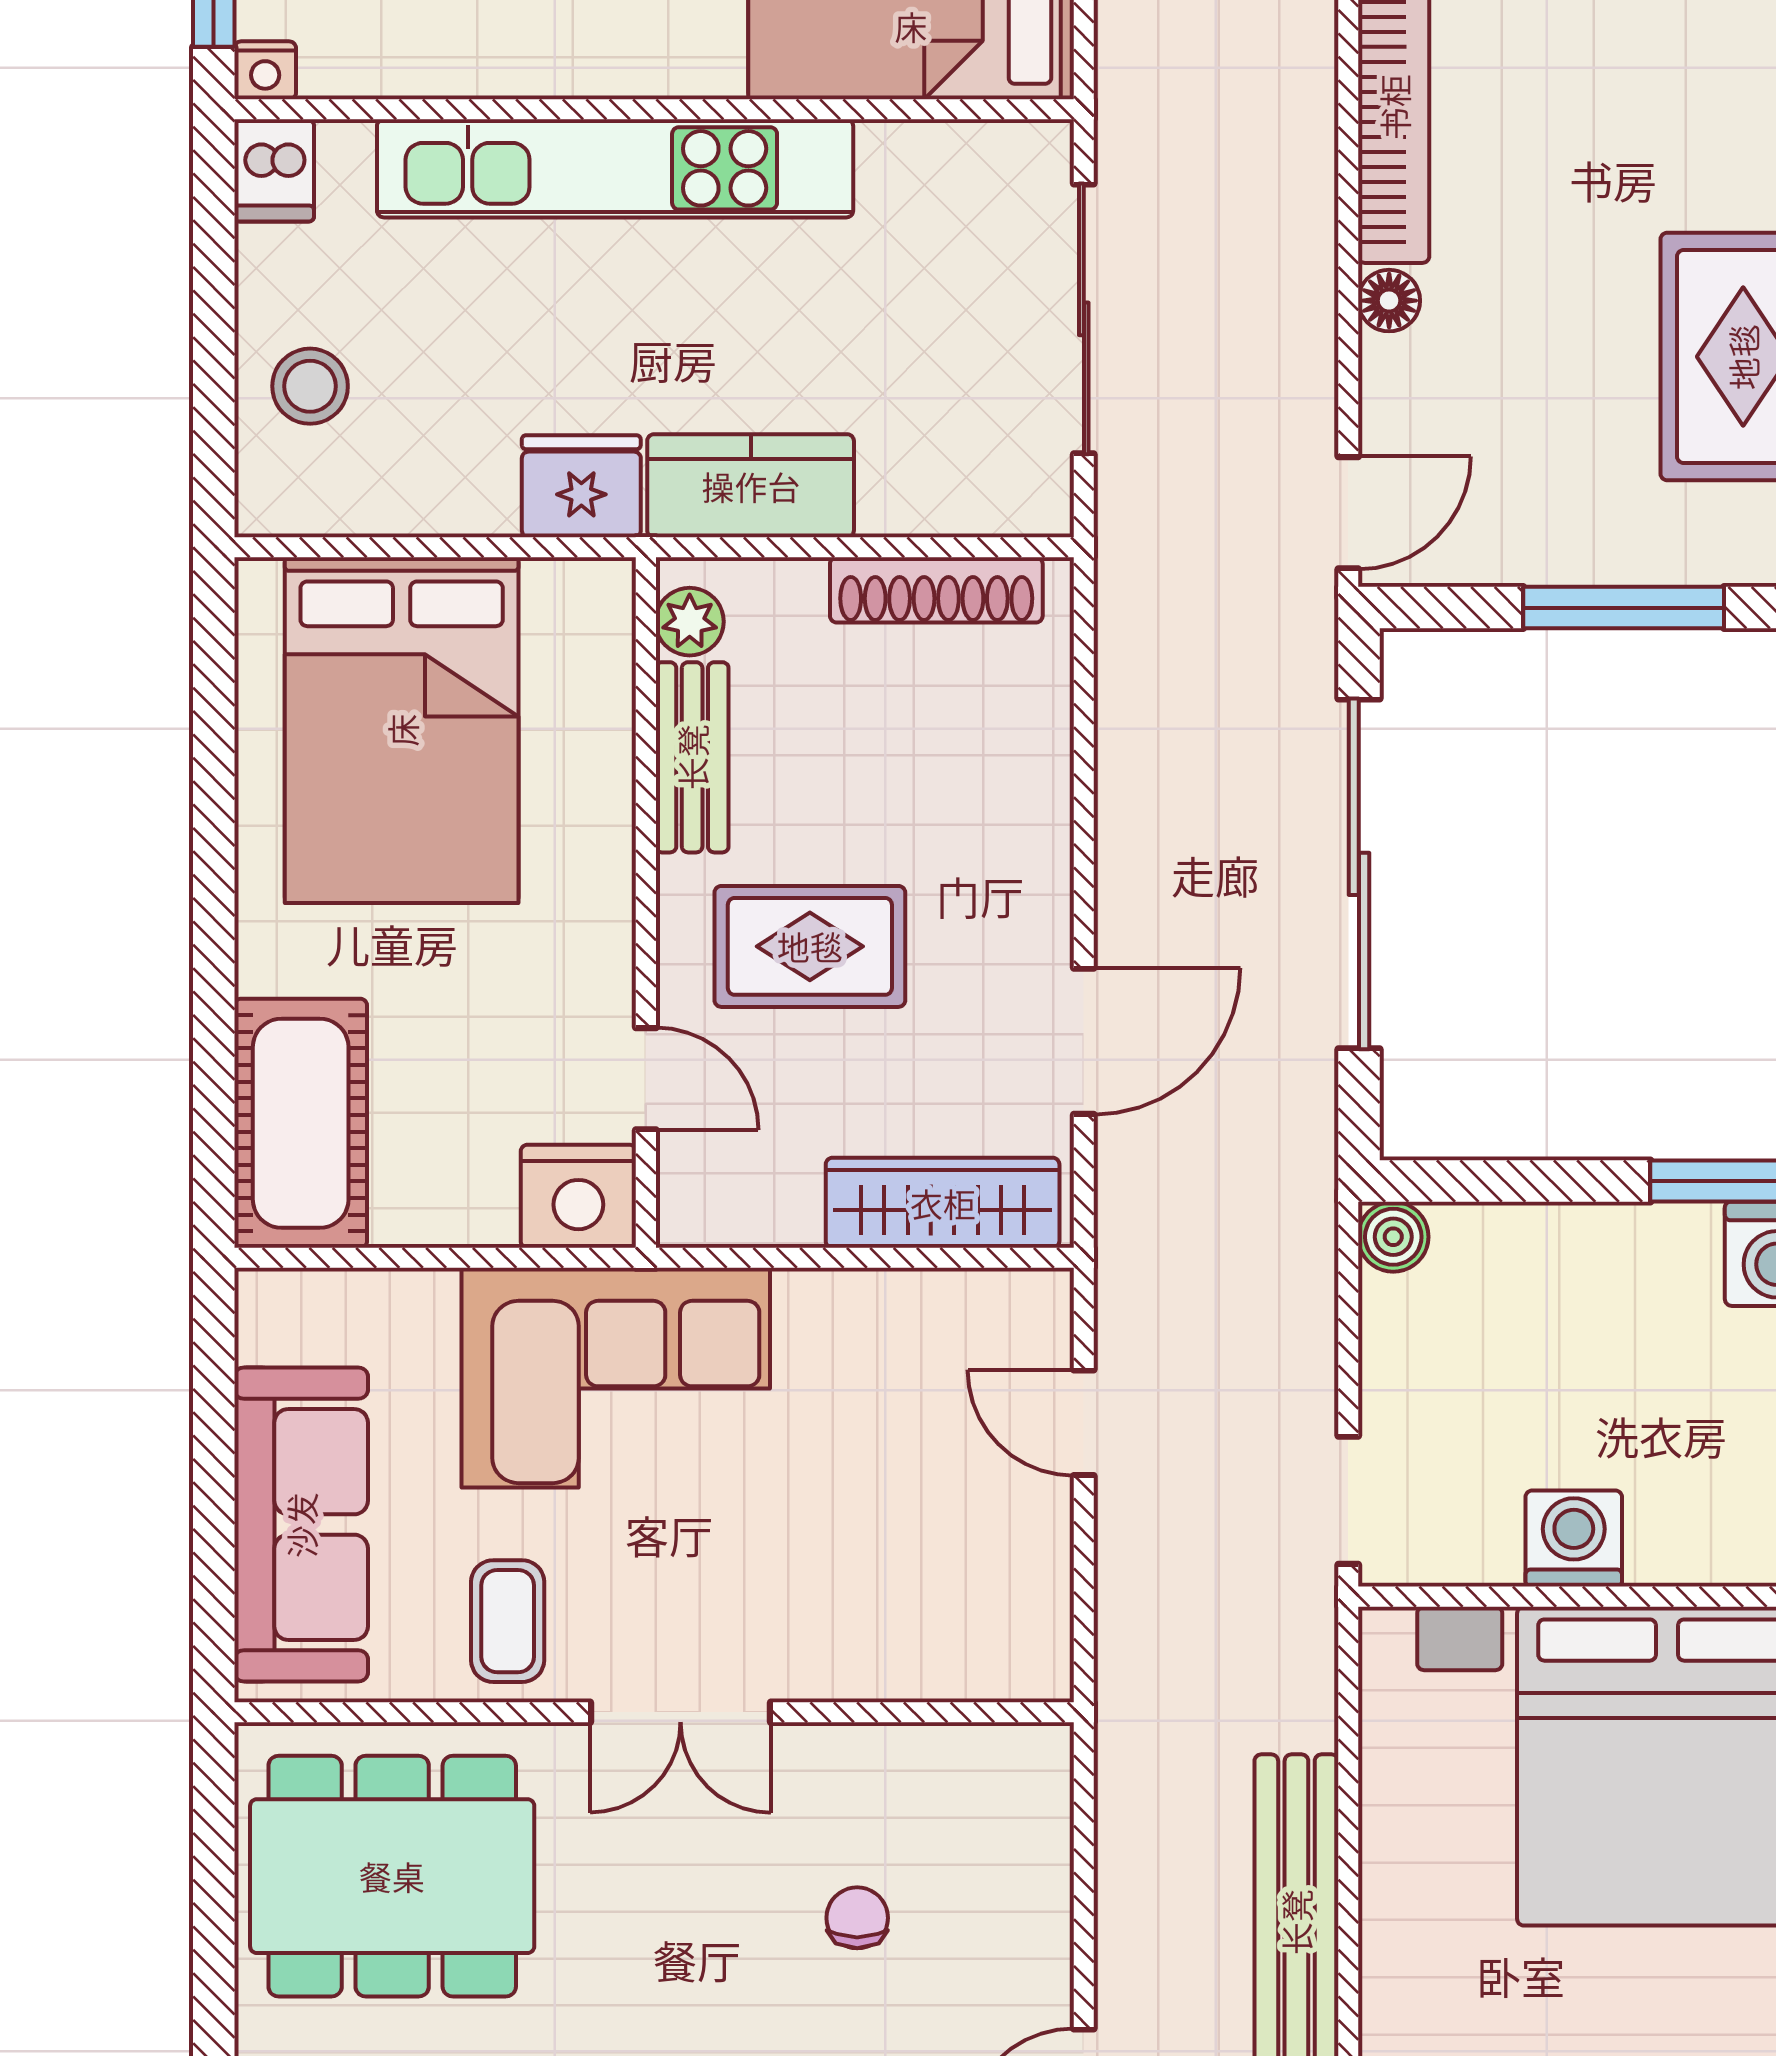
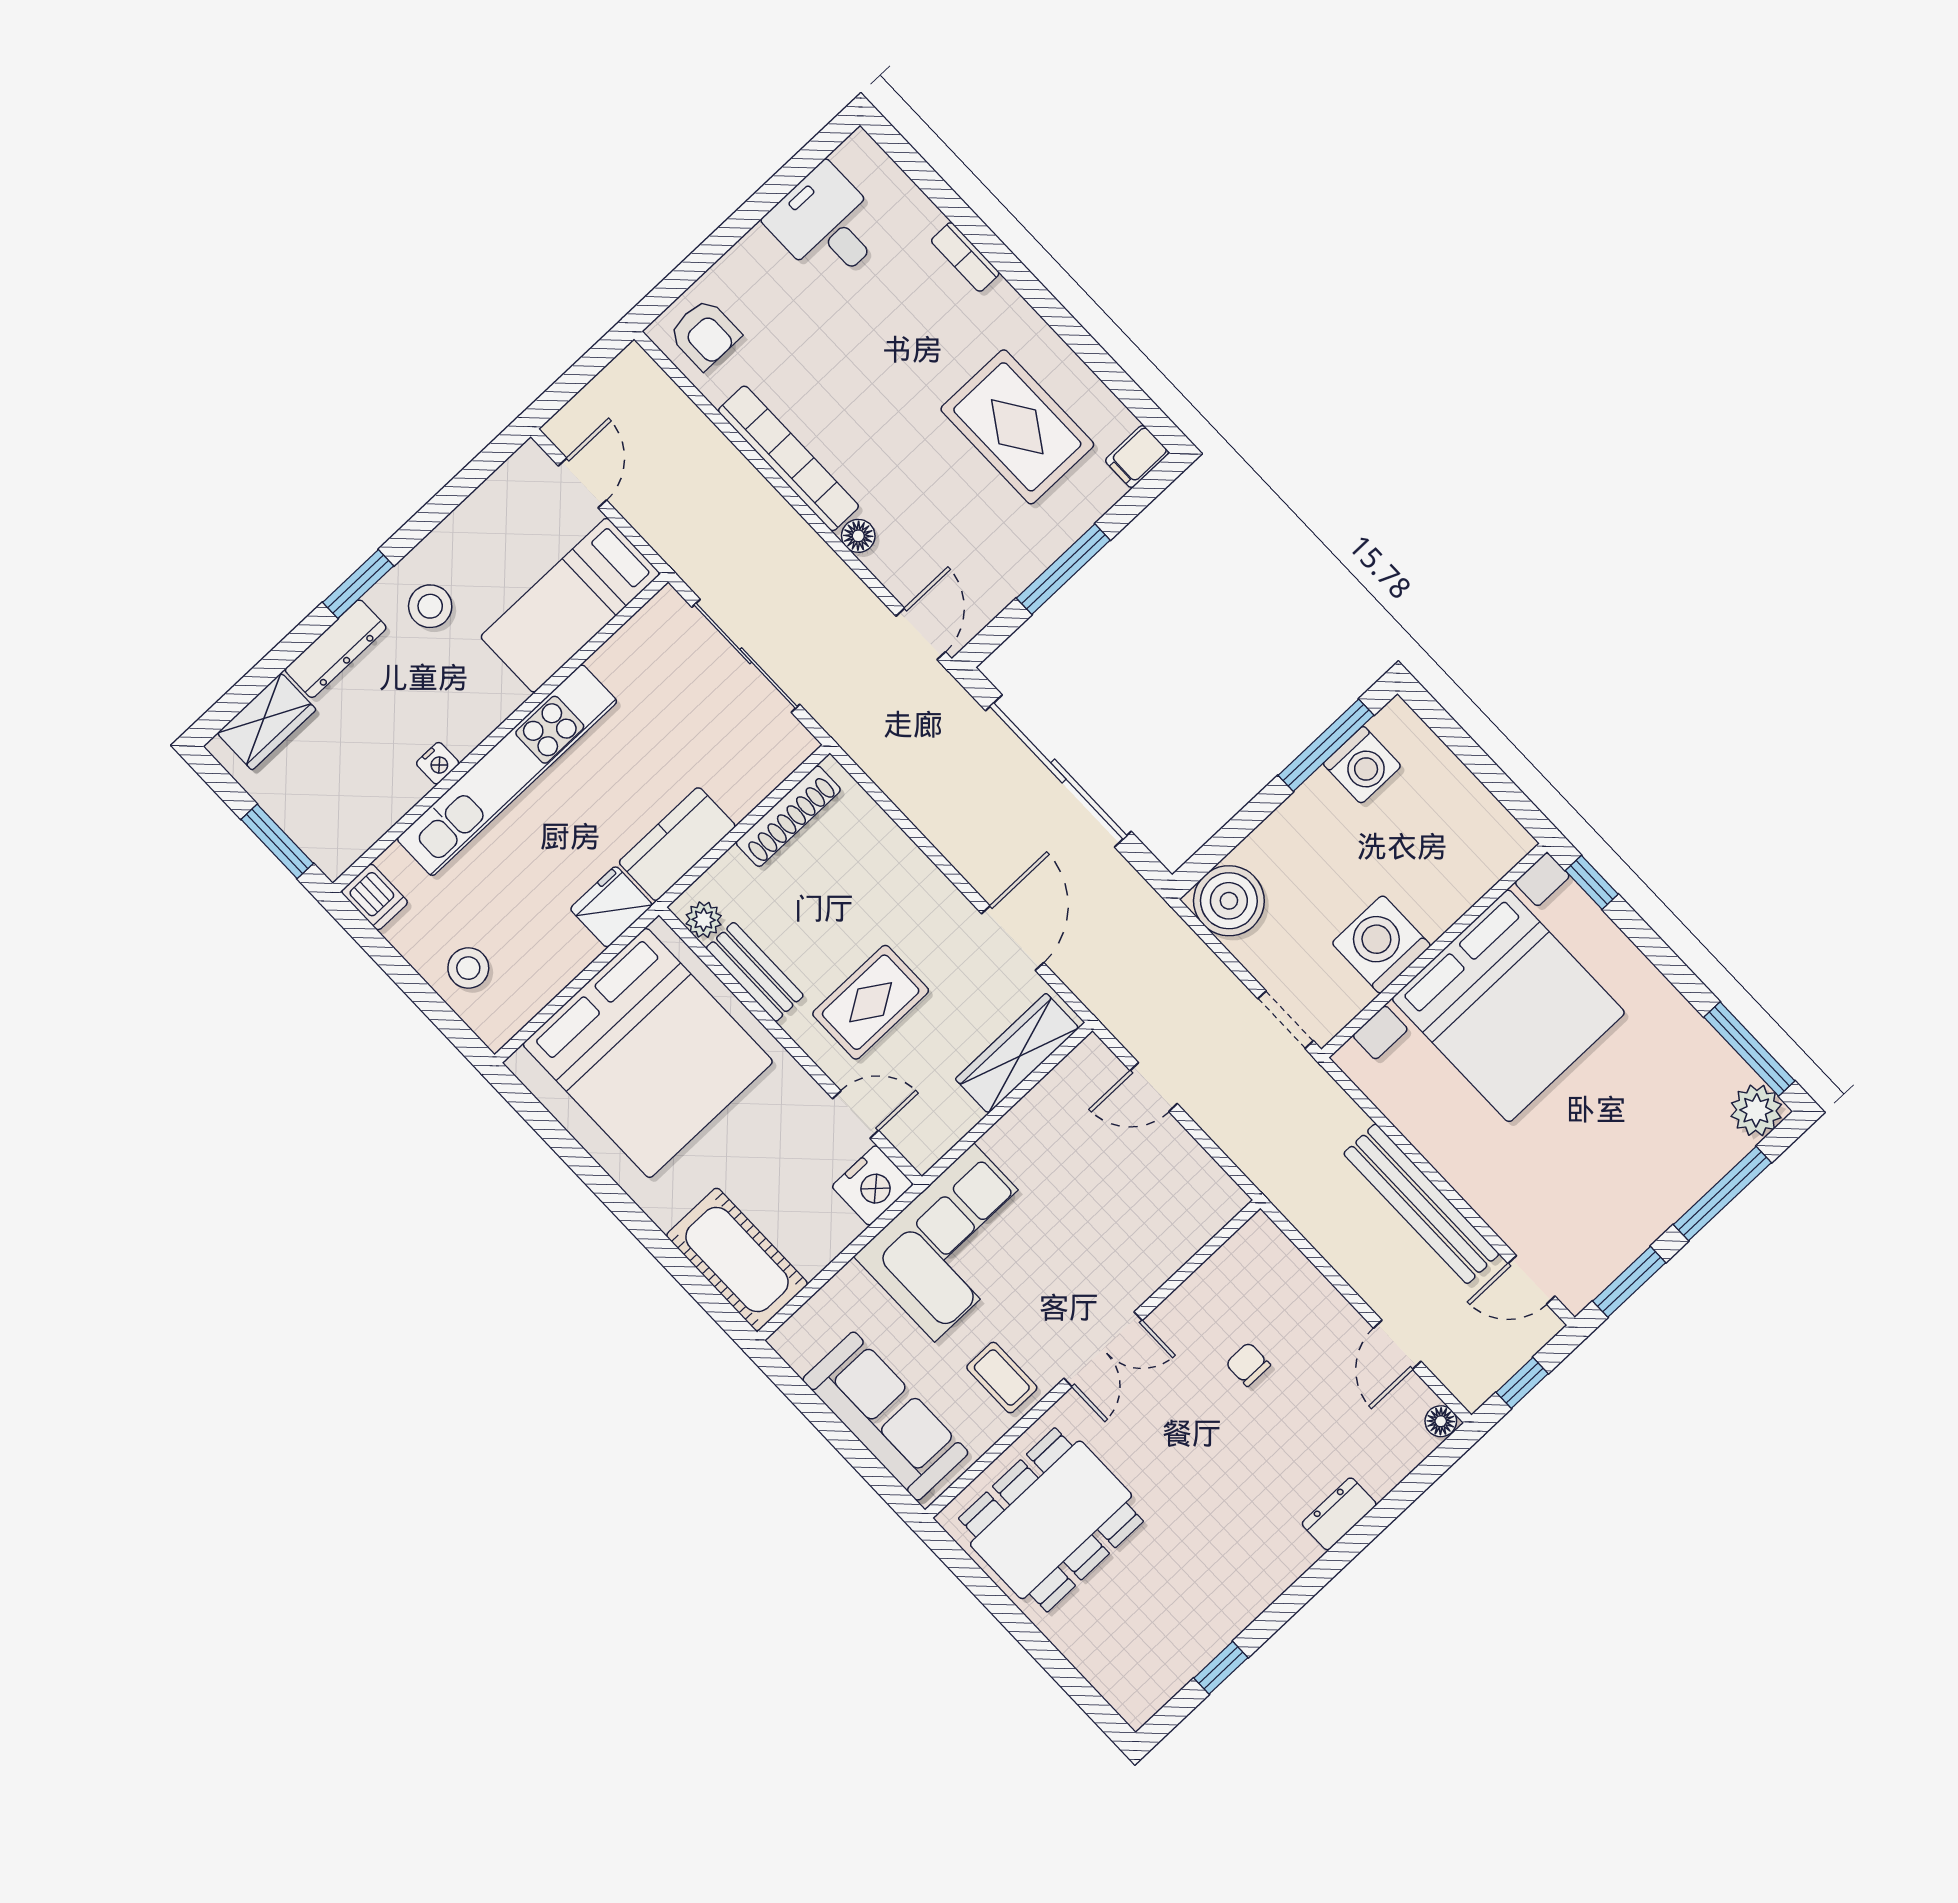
nightstand: (265, 70) -> (438, 763), moved
bed: (402, 730) -> (648, 1053), width x1.36
boiler: (1393, 1237) -> (1229, 901), width x1.86, depth x1.86
washing machine: (1574, 1539) -> (1381, 944), width x1.37, depth x1.37

